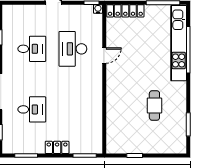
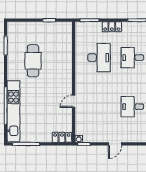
locker: (125, 11) -> (62, 137), width x0.66
desk: (73, 49) -> (99, 58), moved
cafe table: (154, 105) -> (33, 61), width x1.37, depth x1.35

